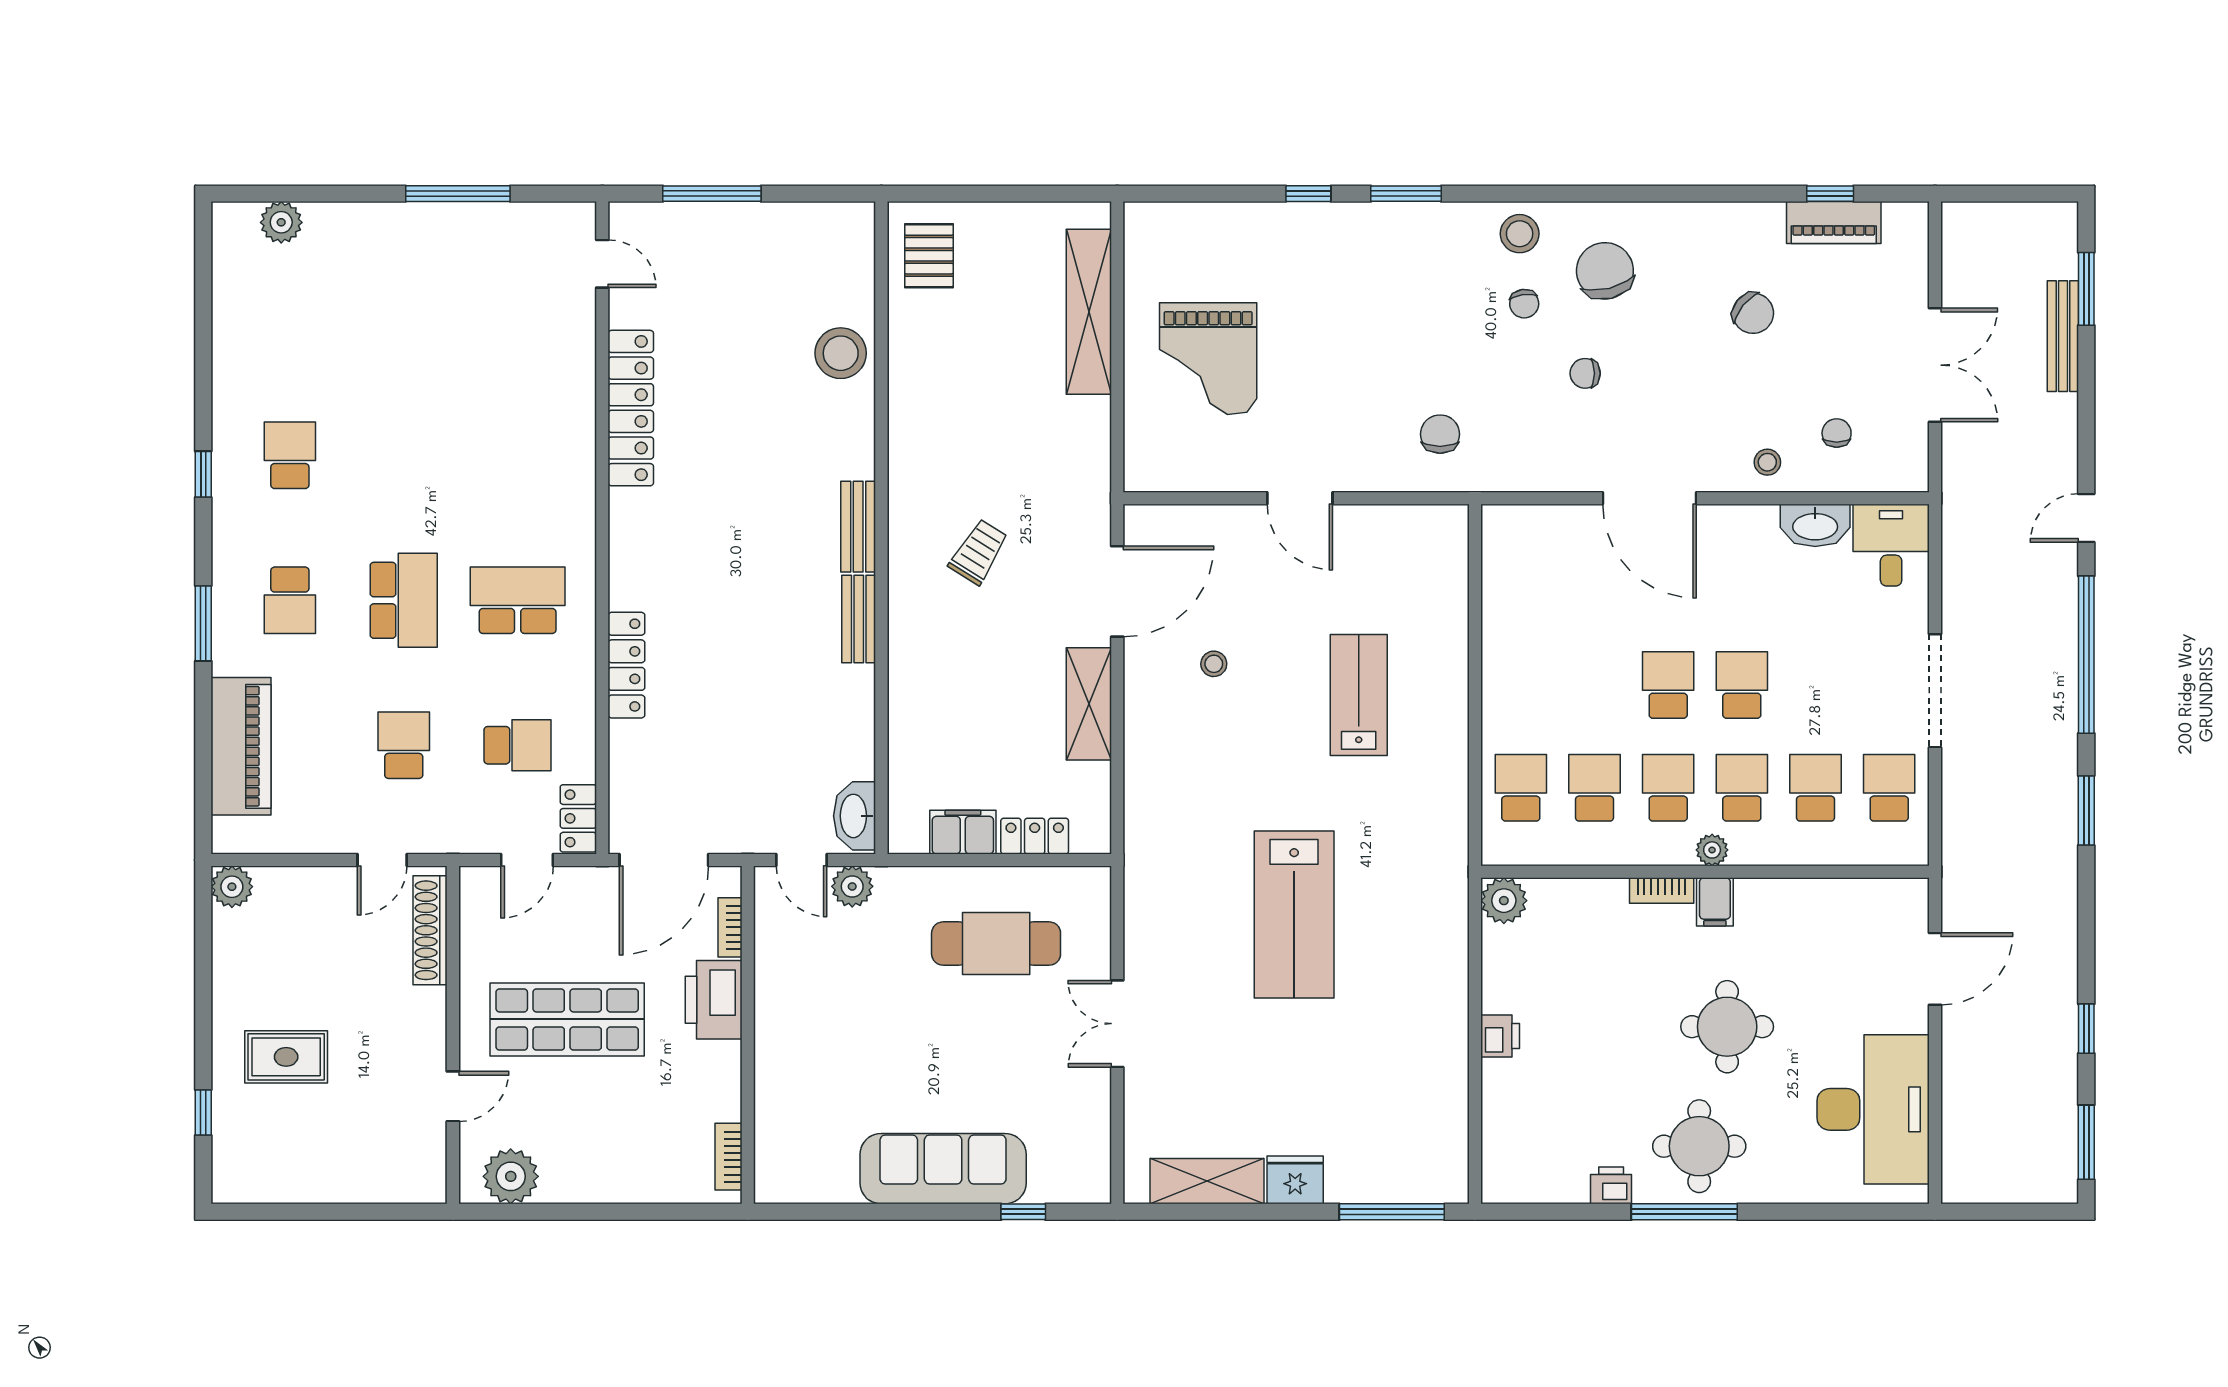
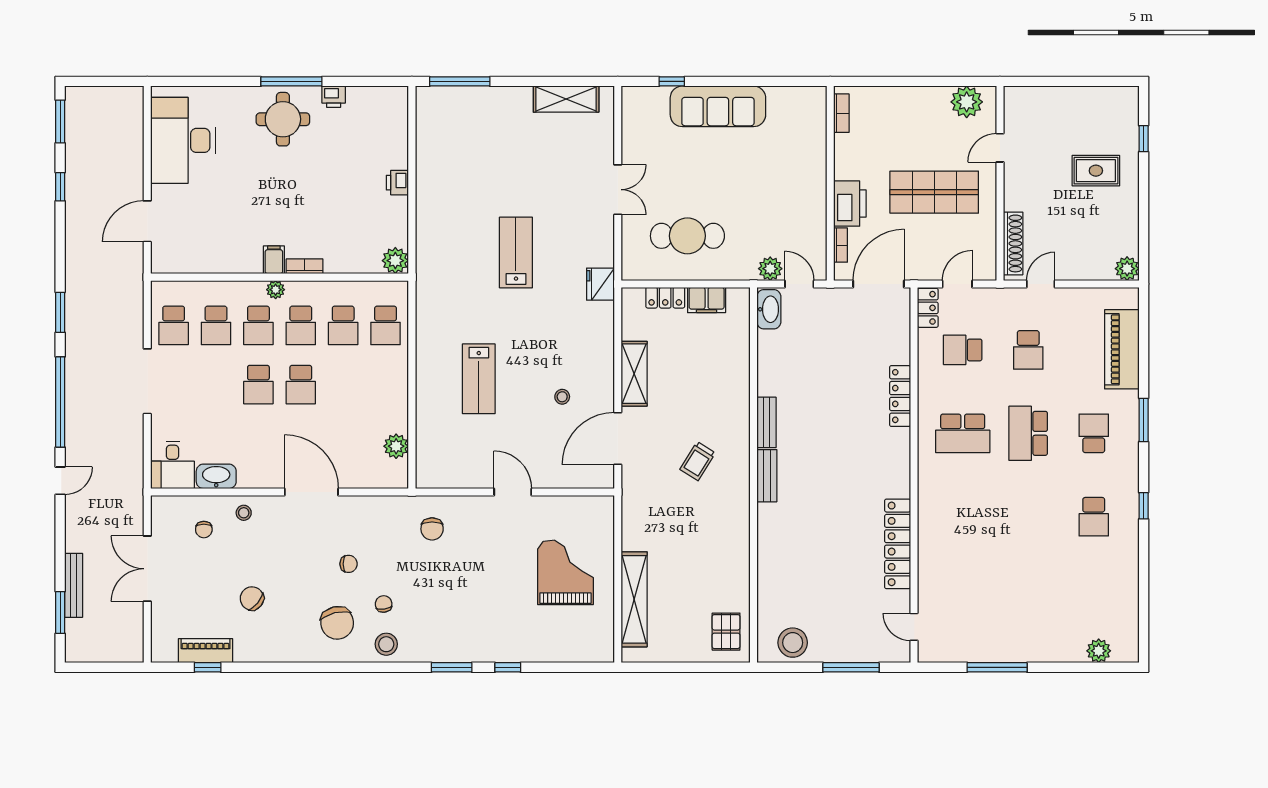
stool: (841, 353) -> (793, 643), moved
plant: (1502, 578) -> (396, 446), added
lab bench: (1294, 915) -> (516, 252), width x0.73, depth x0.72
round table: (1727, 1027) -> (267, 188), removed
fridge: (1295, 1180) -> (600, 284), moved, turned 90

